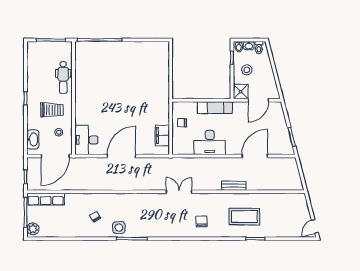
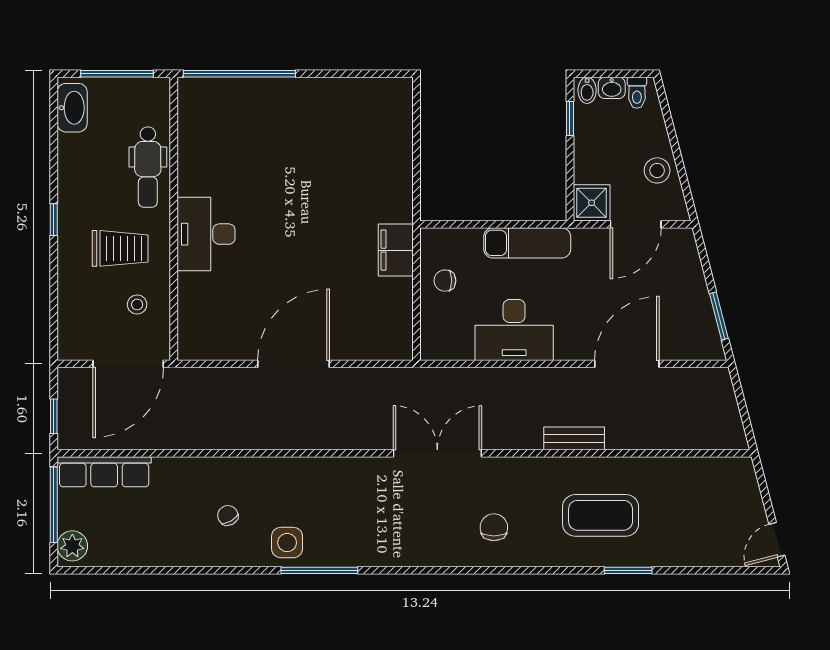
stool: (247, 70) -> (657, 170), moved
filing cabinet: (162, 135) -> (396, 250), moved
washbasin: (33, 139) -> (72, 108), moved
desk: (86, 140) -> (206, 234), moved
double door: (179, 192) -> (437, 453), width x1.37

